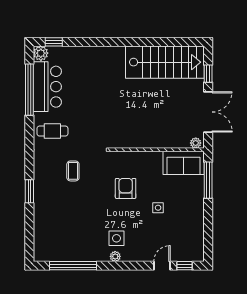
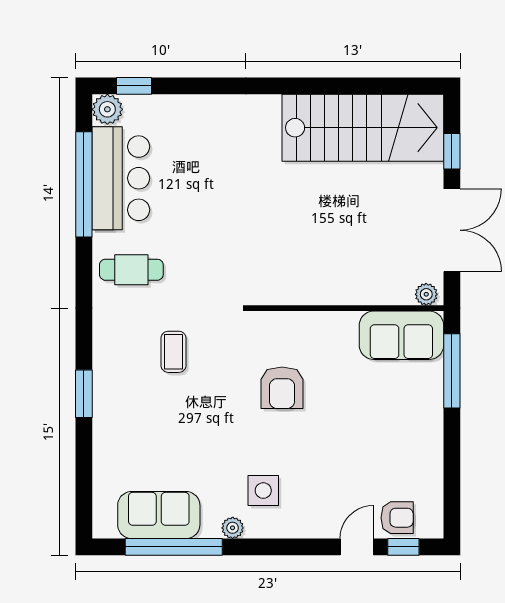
armchair: (126, 188) -> (282, 388), turned 180
side table: (158, 208) -> (349, 428), removed
sofa: (66, 250) -> (159, 515), added
armchair: (181, 251) -> (397, 518), added
plant: (115, 256) -> (233, 528), moved

